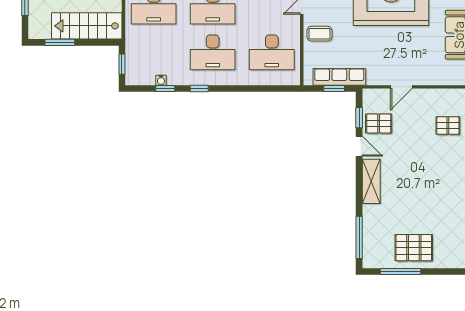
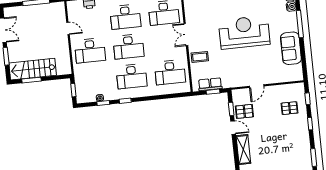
stairs: (87, 26) -> (33, 69), moved
row of seats: (339, 77) -> (210, 84), width x0.68

